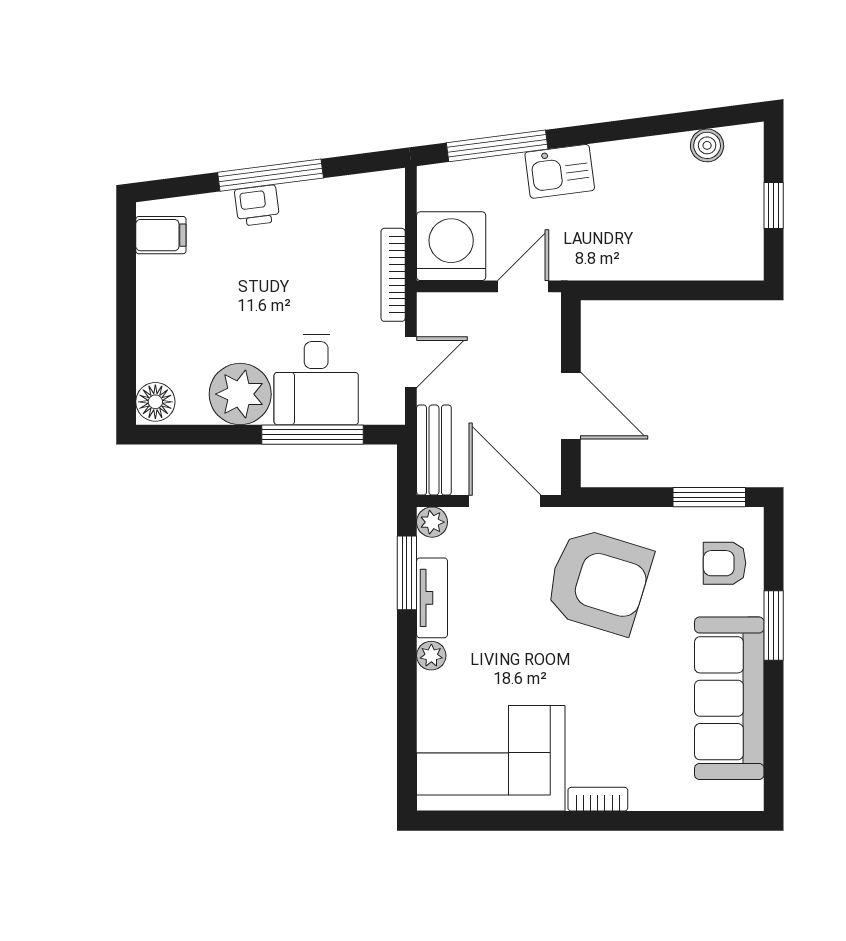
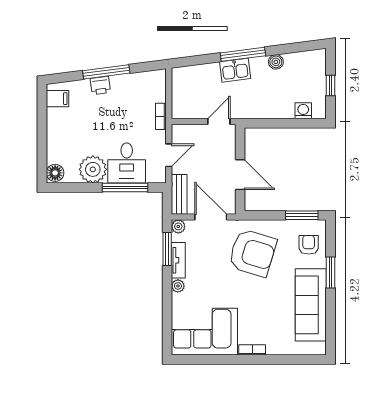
boiler: (707, 145) -> (276, 62), moved
window: (497, 146) -> (243, 54), moved
washing machine: (451, 246) -> (303, 111), moved, width x0.53, depth x0.53
bookcase: (393, 275) -> (161, 116), width x0.64
armchair: (725, 563) -> (309, 245), turned 90

